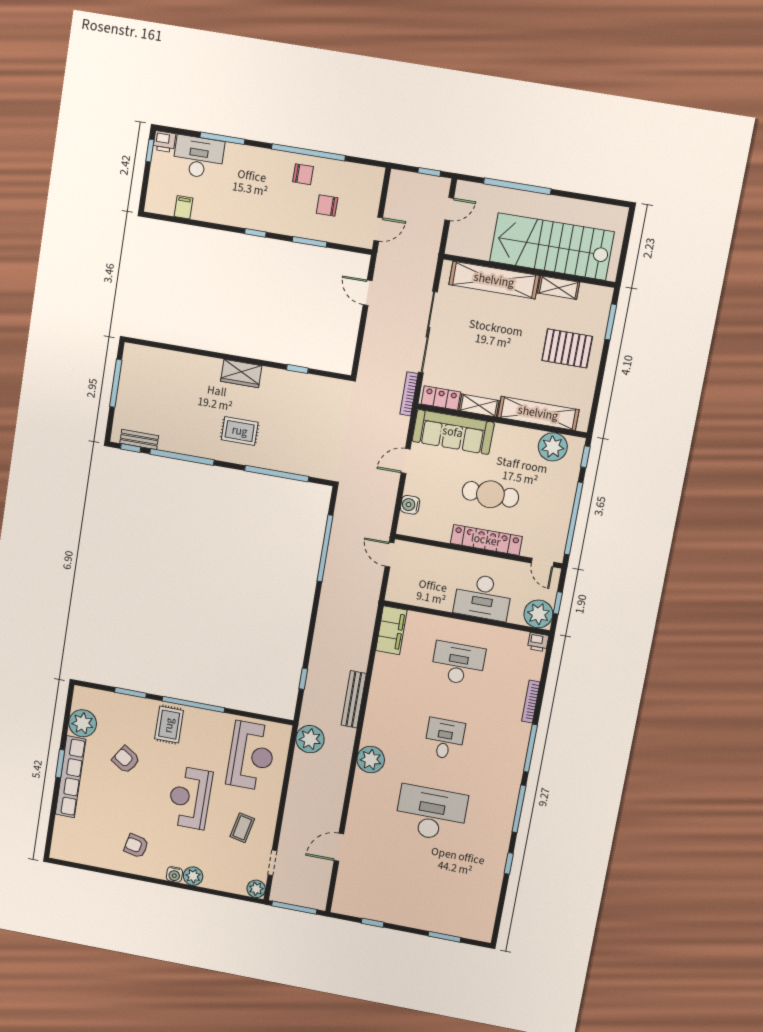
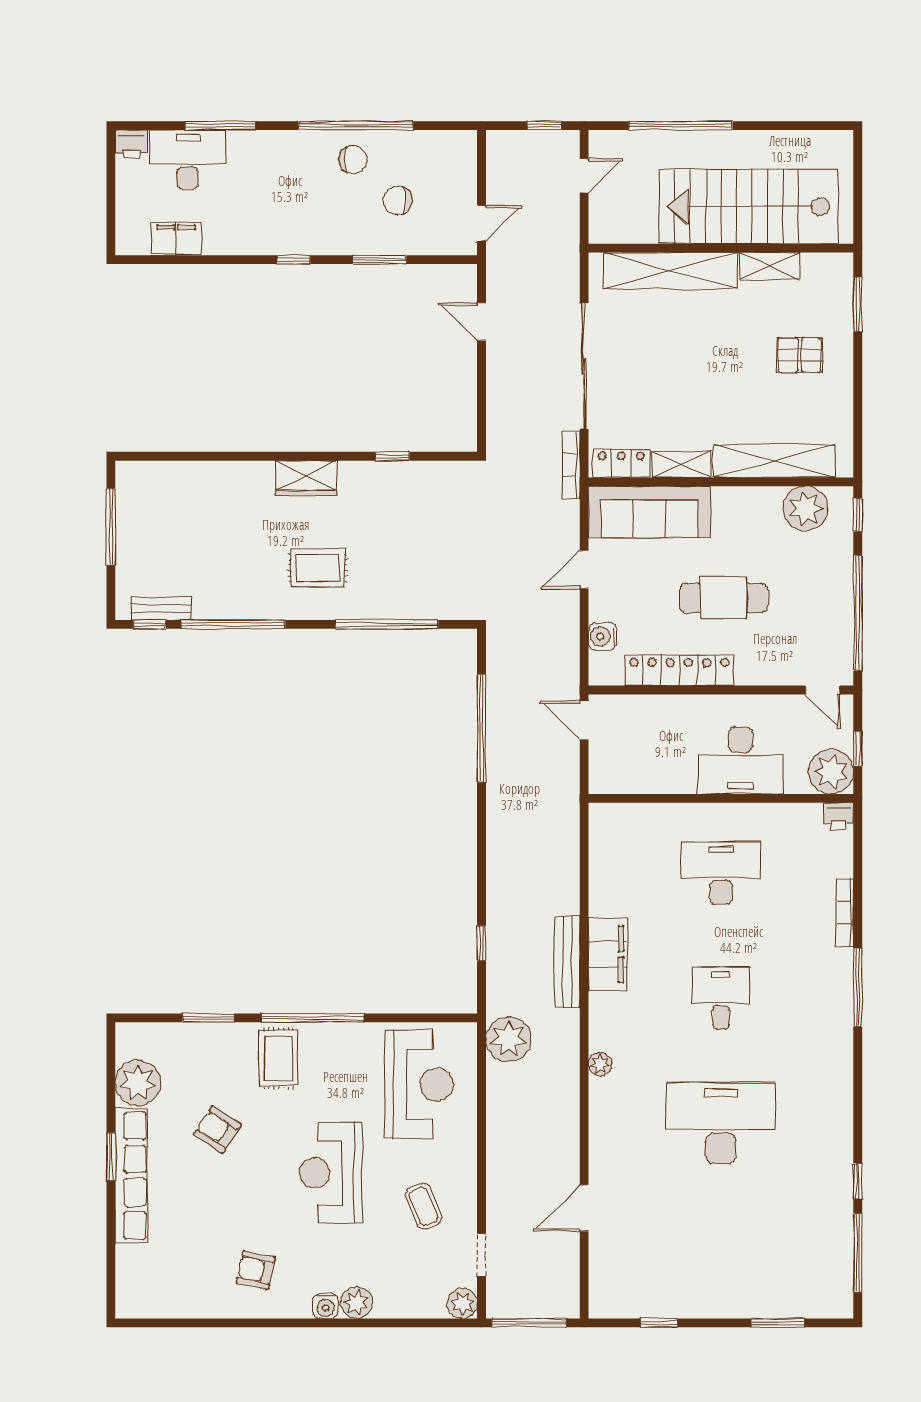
window: (150, 151) -> (111, 162), removed
filing cabinet: (183, 207) -> (176, 239), width x2.00
pallet: (567, 348) -> (800, 355), width x0.67, depth x0.71
locker: (486, 540) -> (679, 670), moved
filing cabinet: (391, 630) -> (608, 954), moved
plant: (371, 760) -> (600, 1064), width x0.53, depth x0.53
window: (519, 809) -> (858, 1253), moved
coffee table: (242, 828) -> (423, 1206), turned -34

